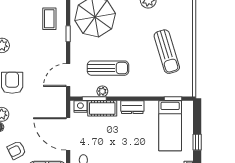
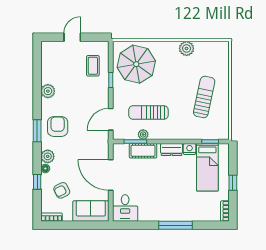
sun lounger: (167, 52) -> (204, 97), turned -151
sun lounger: (108, 68) -> (148, 113), turned 180
nightstand: (80, 107) -> (190, 149), moved

